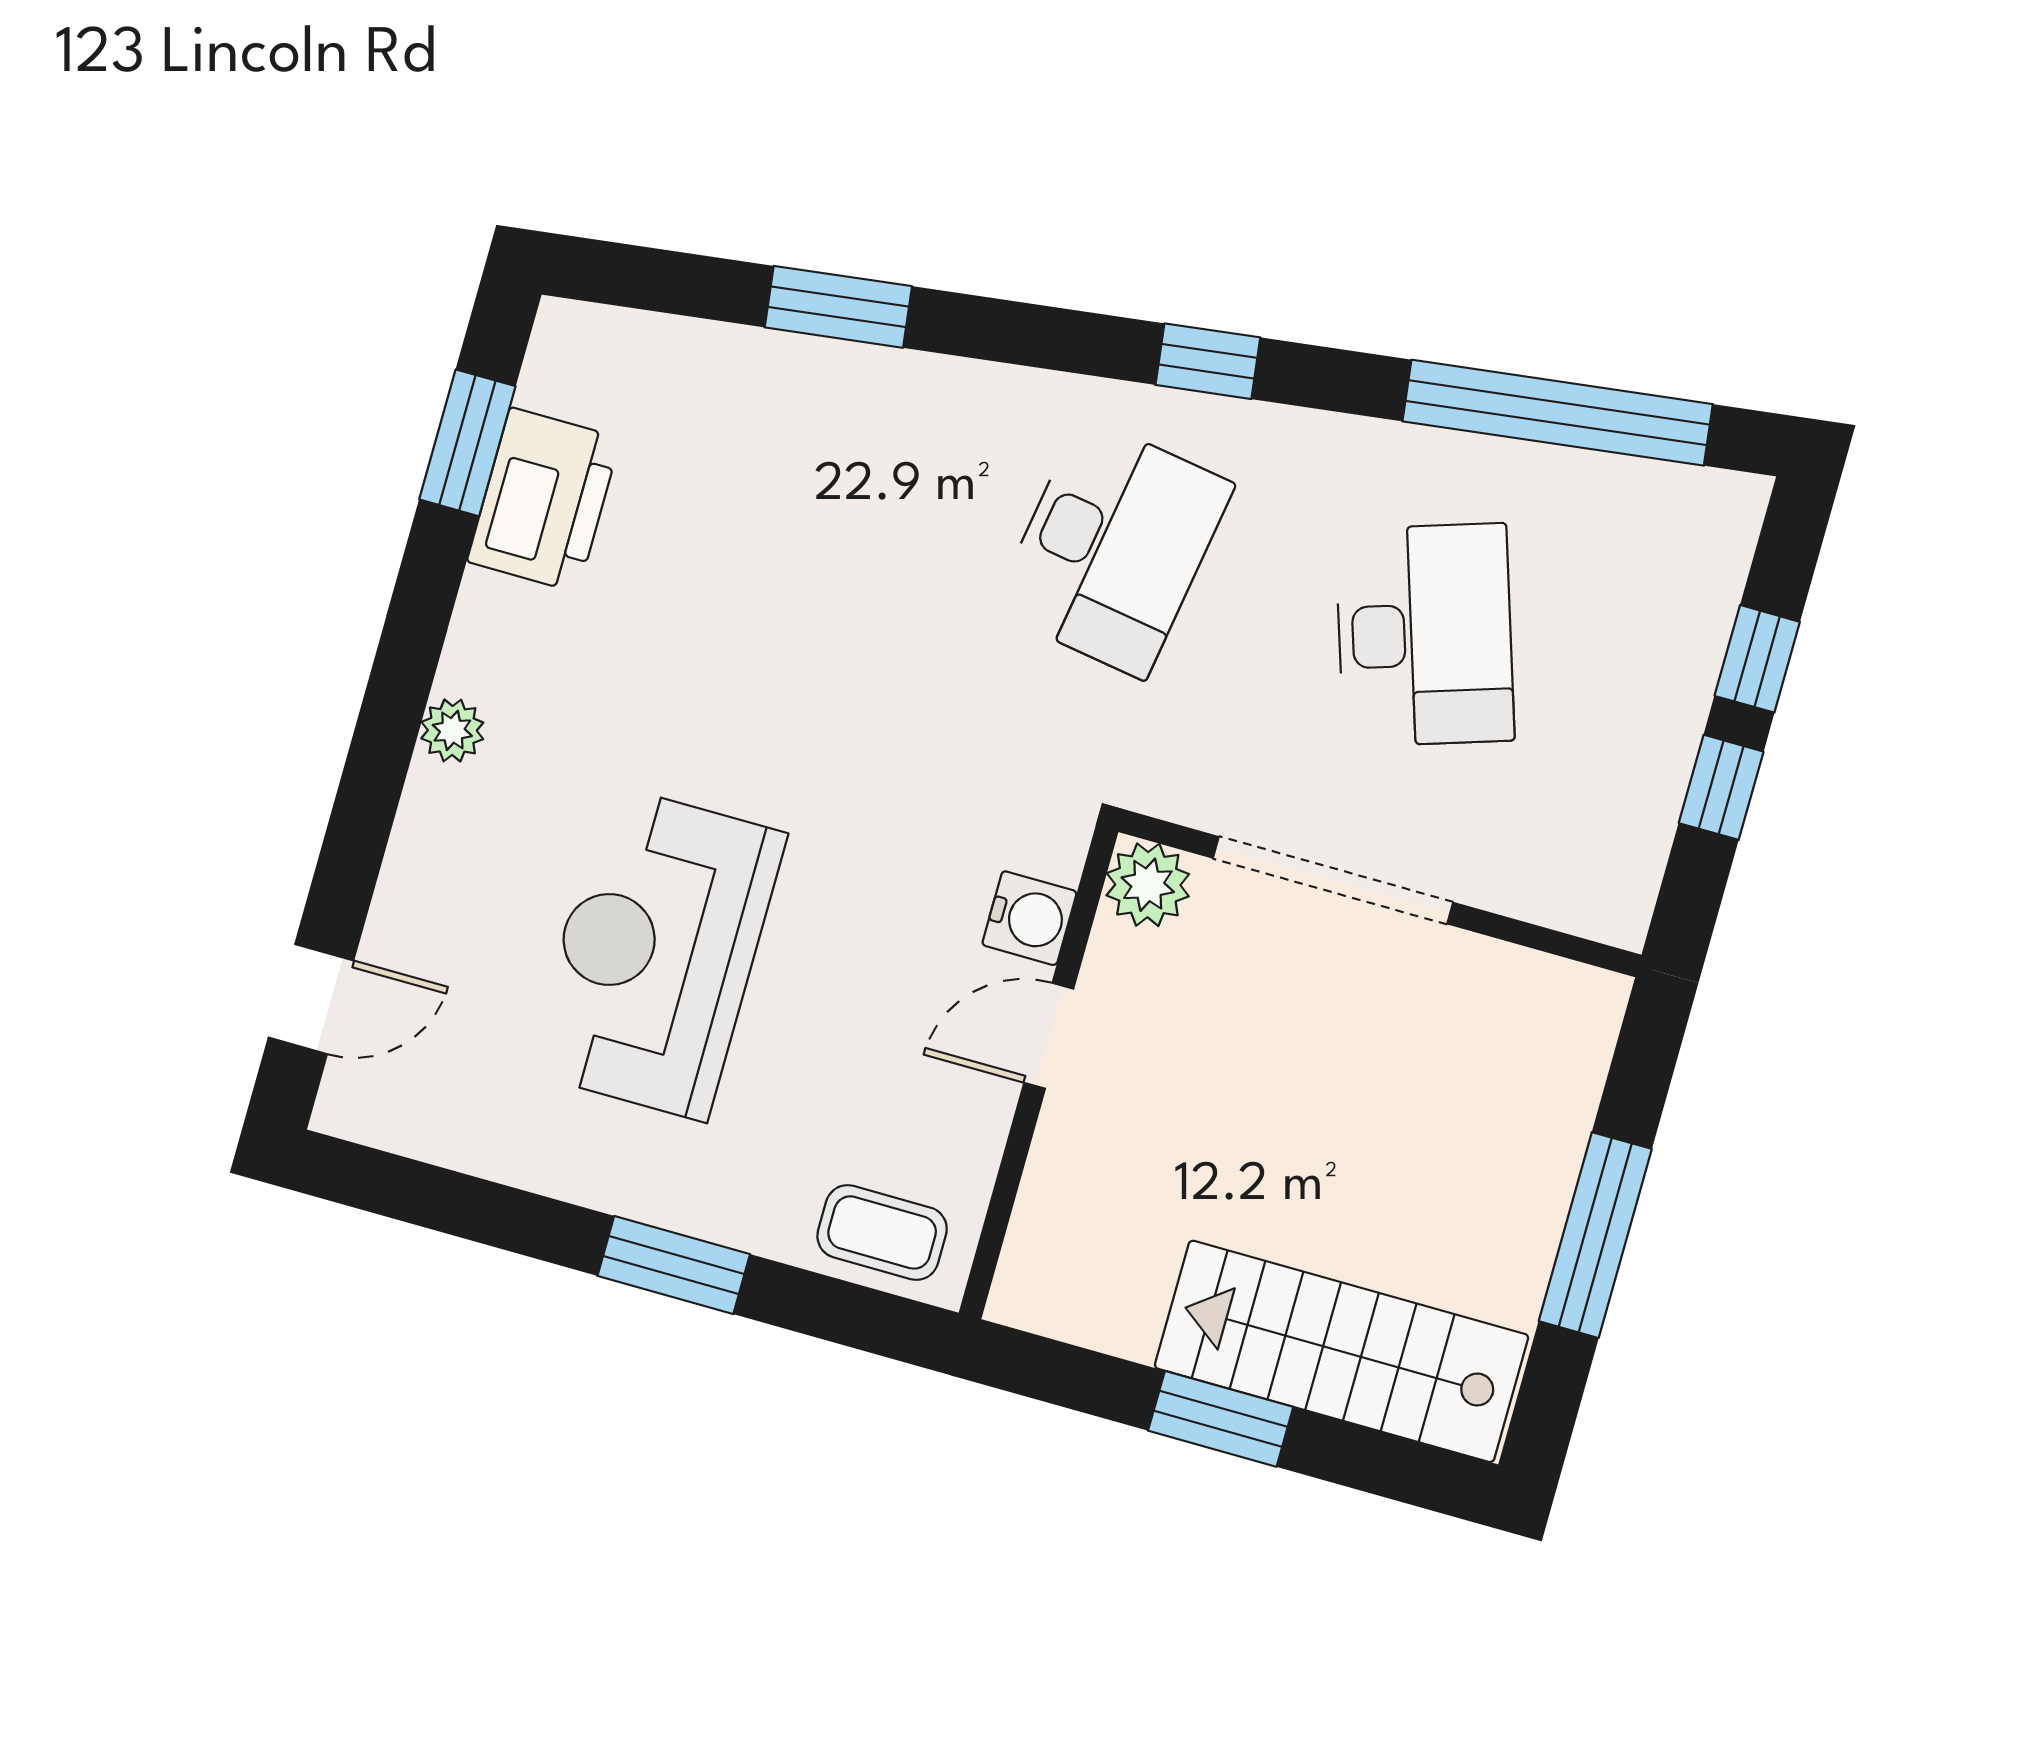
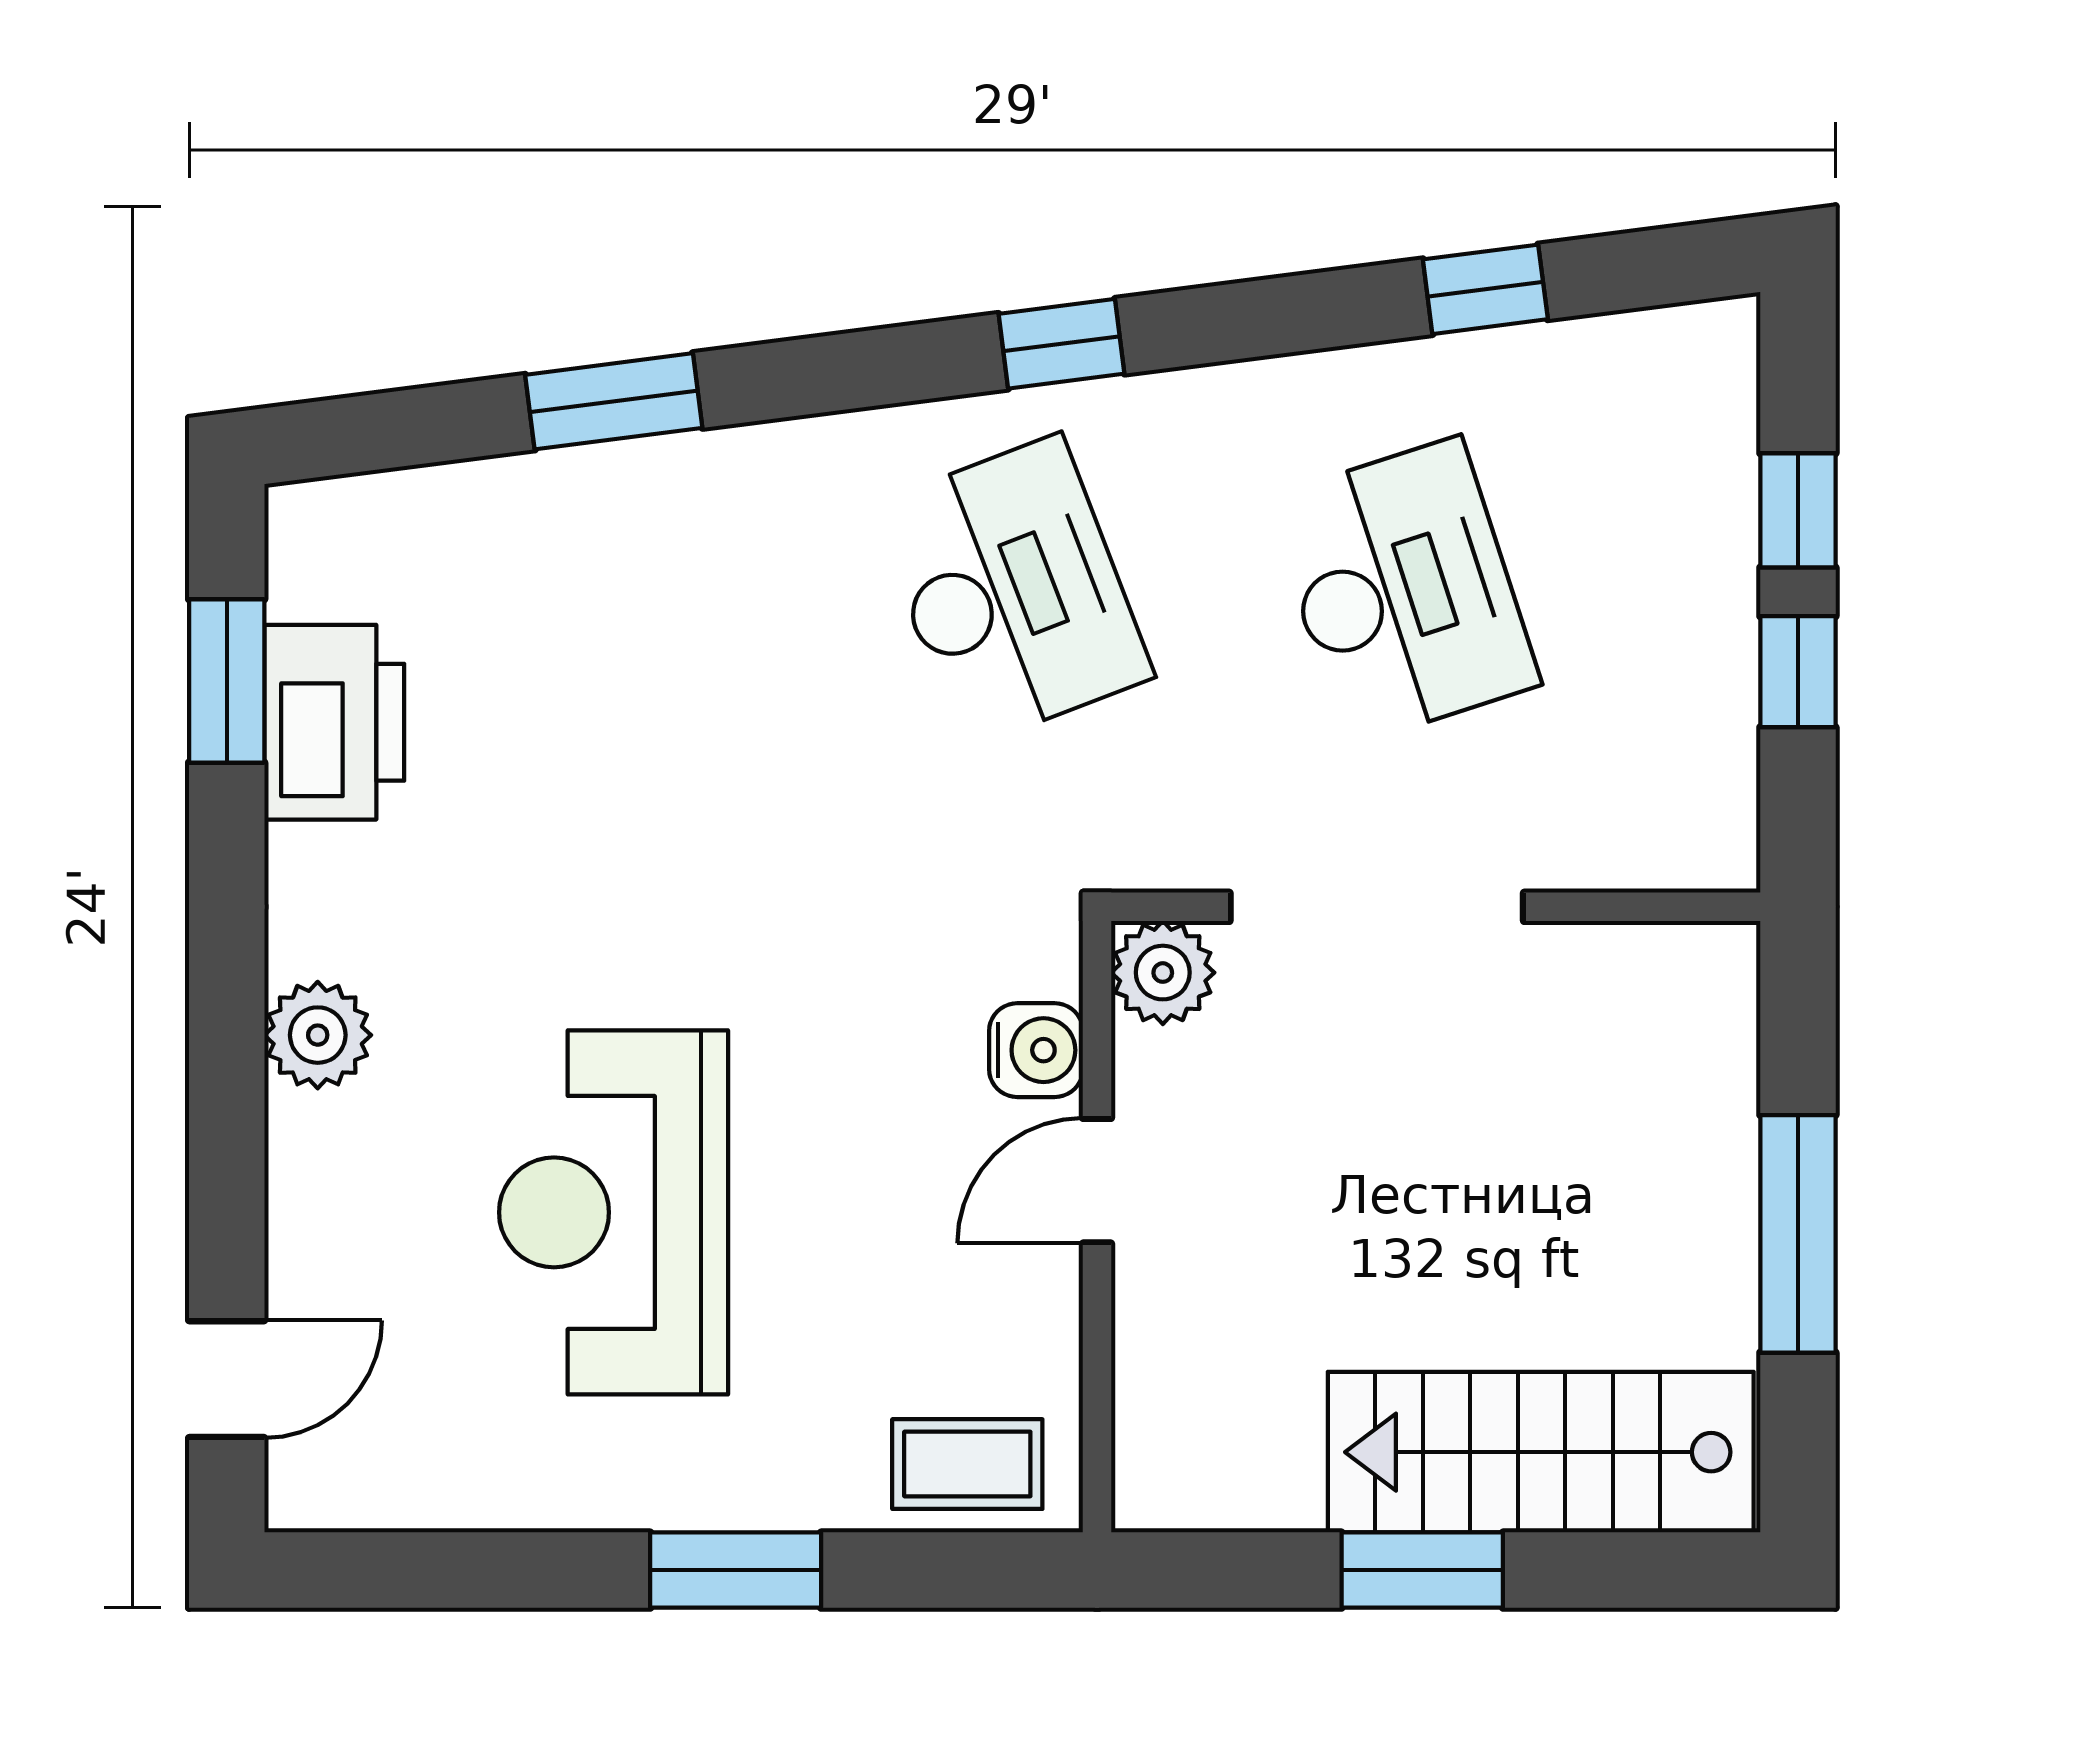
window: (1558, 413) -> (1485, 289), width x0.32
desk: (1113, 547) -> (1012, 591), turned -30
plant: (452, 730) -> (318, 1035), width x1.38, depth x1.38

